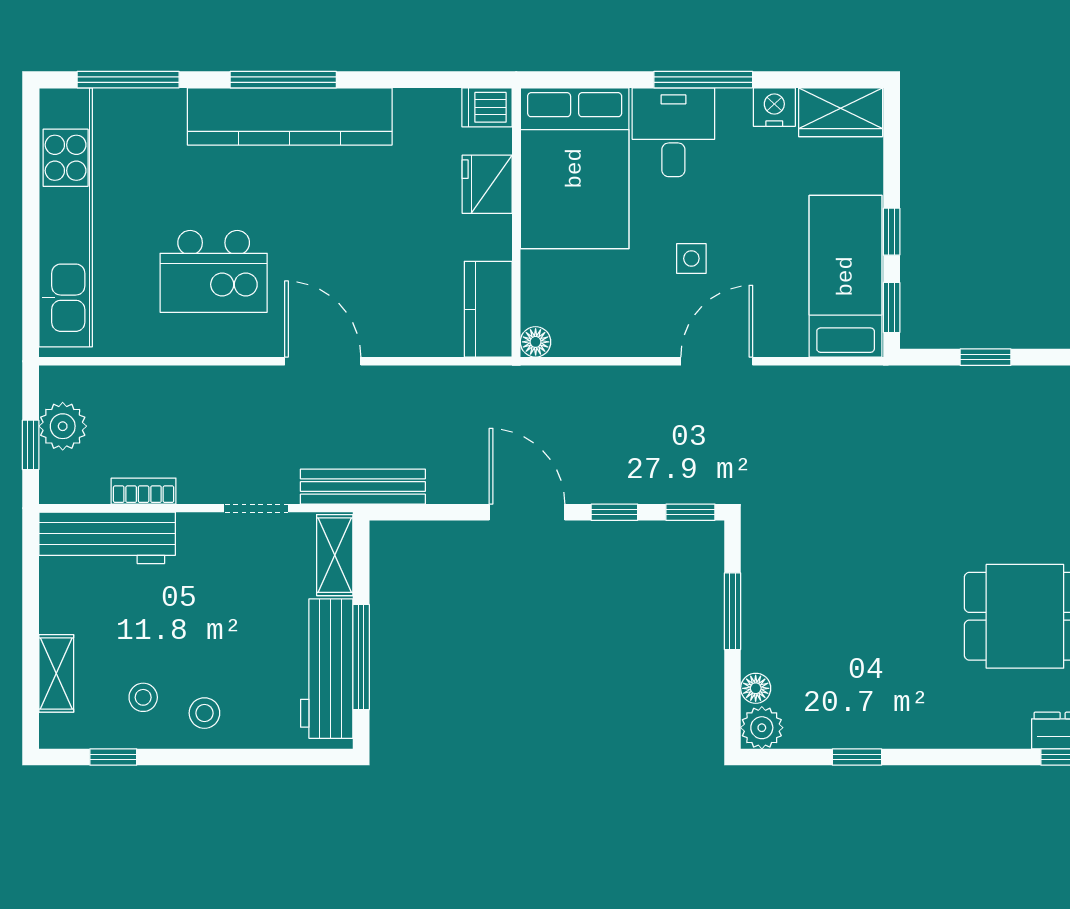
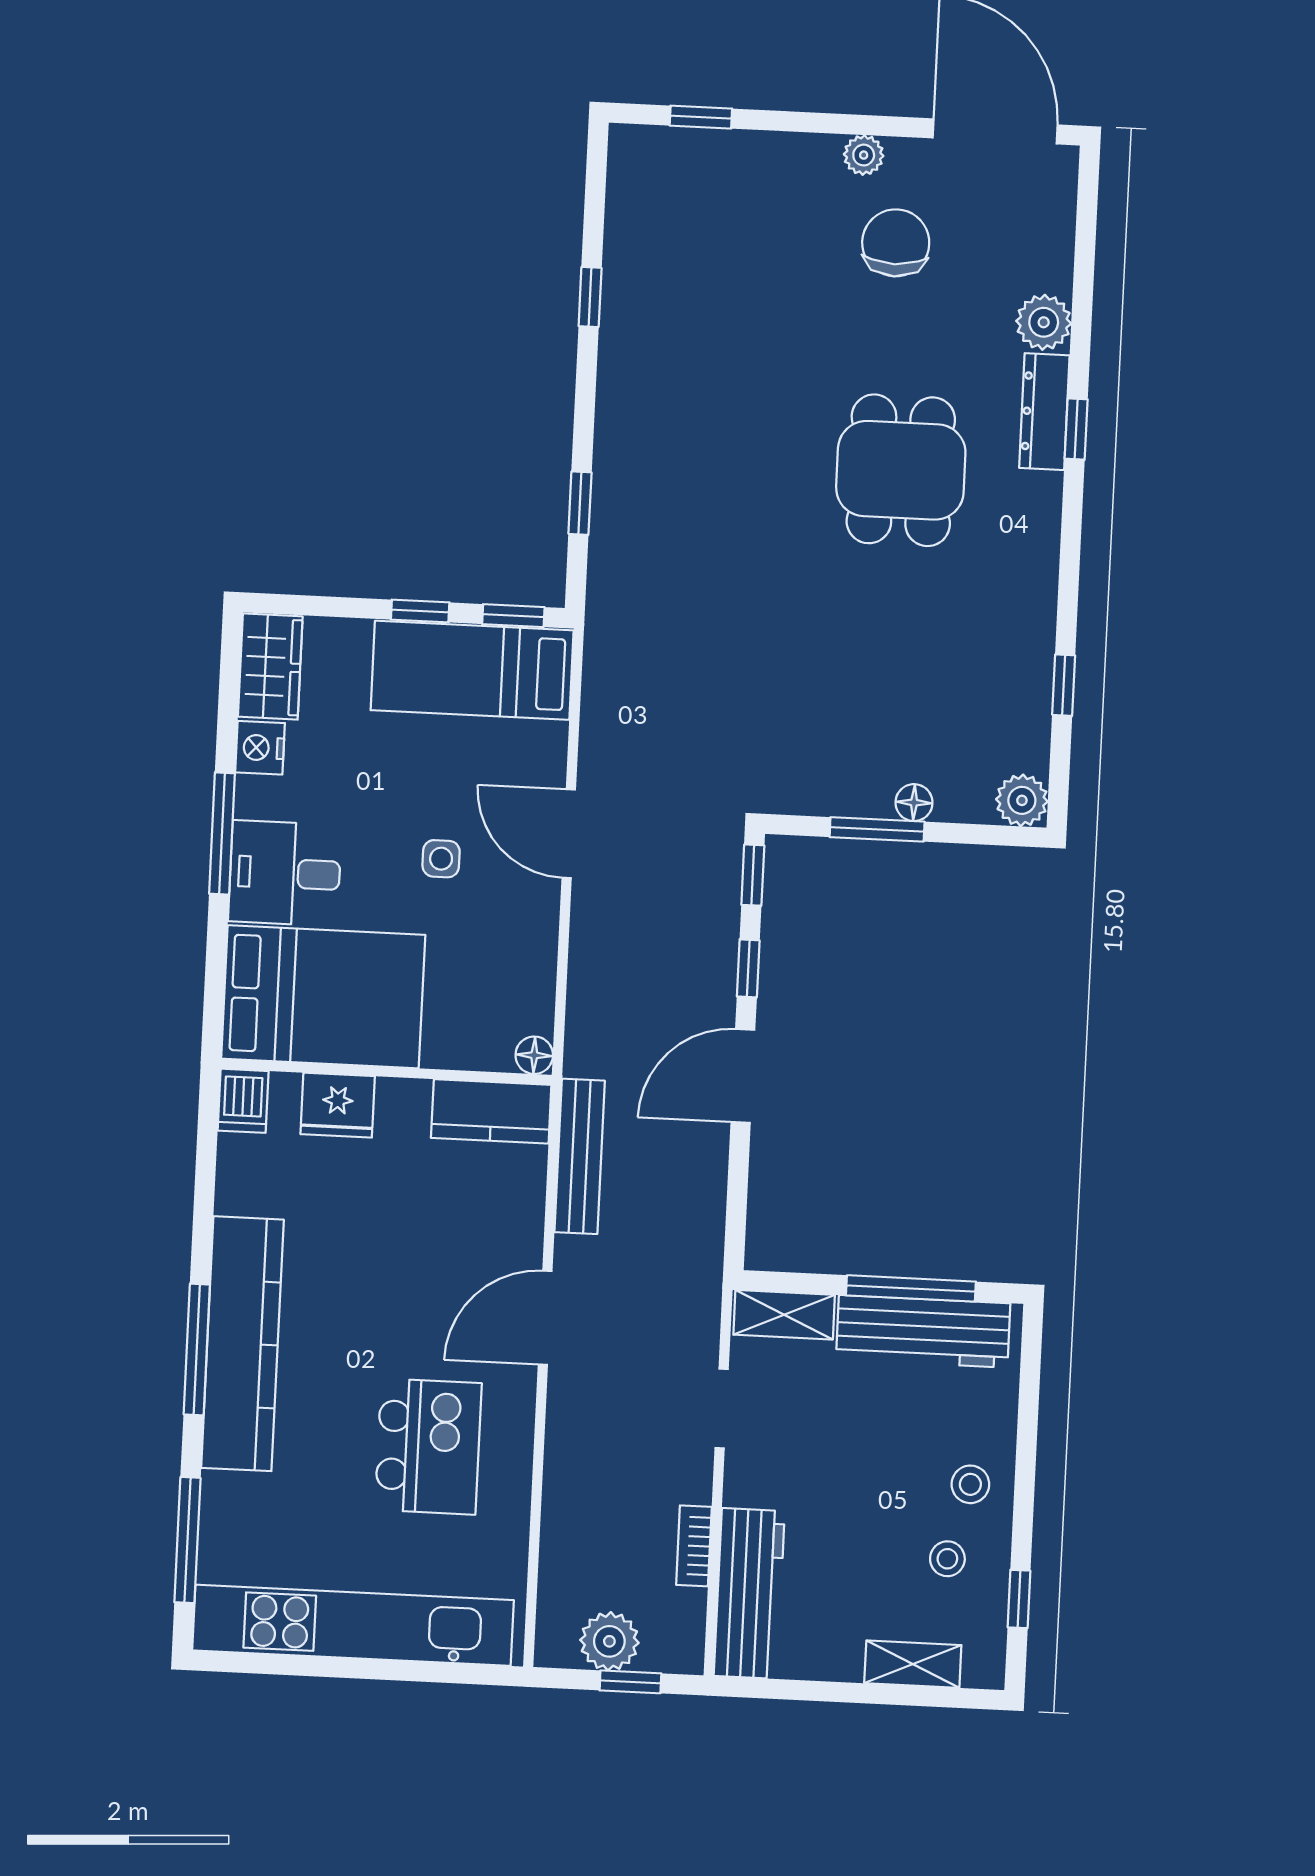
bench: (363, 487) -> (580, 1156), moved
floor lamp: (756, 688) -> (914, 803), moved

